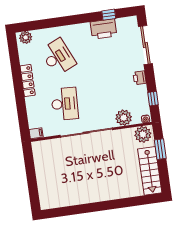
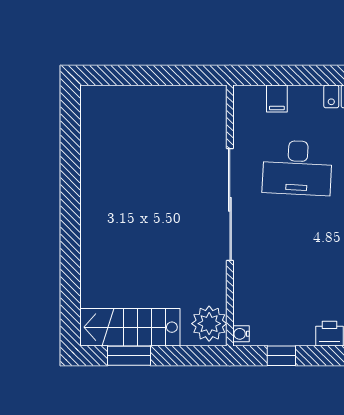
plant: (124, 118) -> (250, 288), removed
filing cabinet: (36, 133) -> (277, 98), moved
window: (160, 149) -> (129, 356), moved

